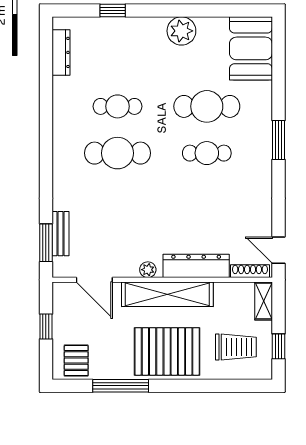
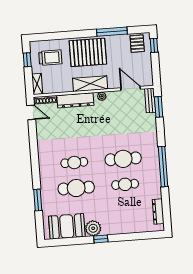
window: (113, 11) -> (101, 239), moved
booth: (251, 48) -> (67, 226), moved, turned 90
window: (46, 133) -> (163, 167), added
window: (278, 140) -> (38, 200), moved
bench: (61, 234) -> (150, 100), moved
shelving: (167, 294) -> (90, 84), width x0.68
window: (46, 326) -> (154, 45), moved
trolley: (236, 347) -> (50, 58), turned 180

